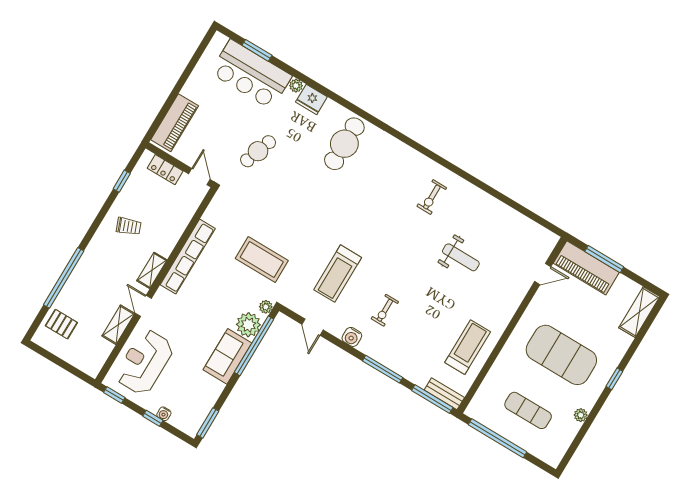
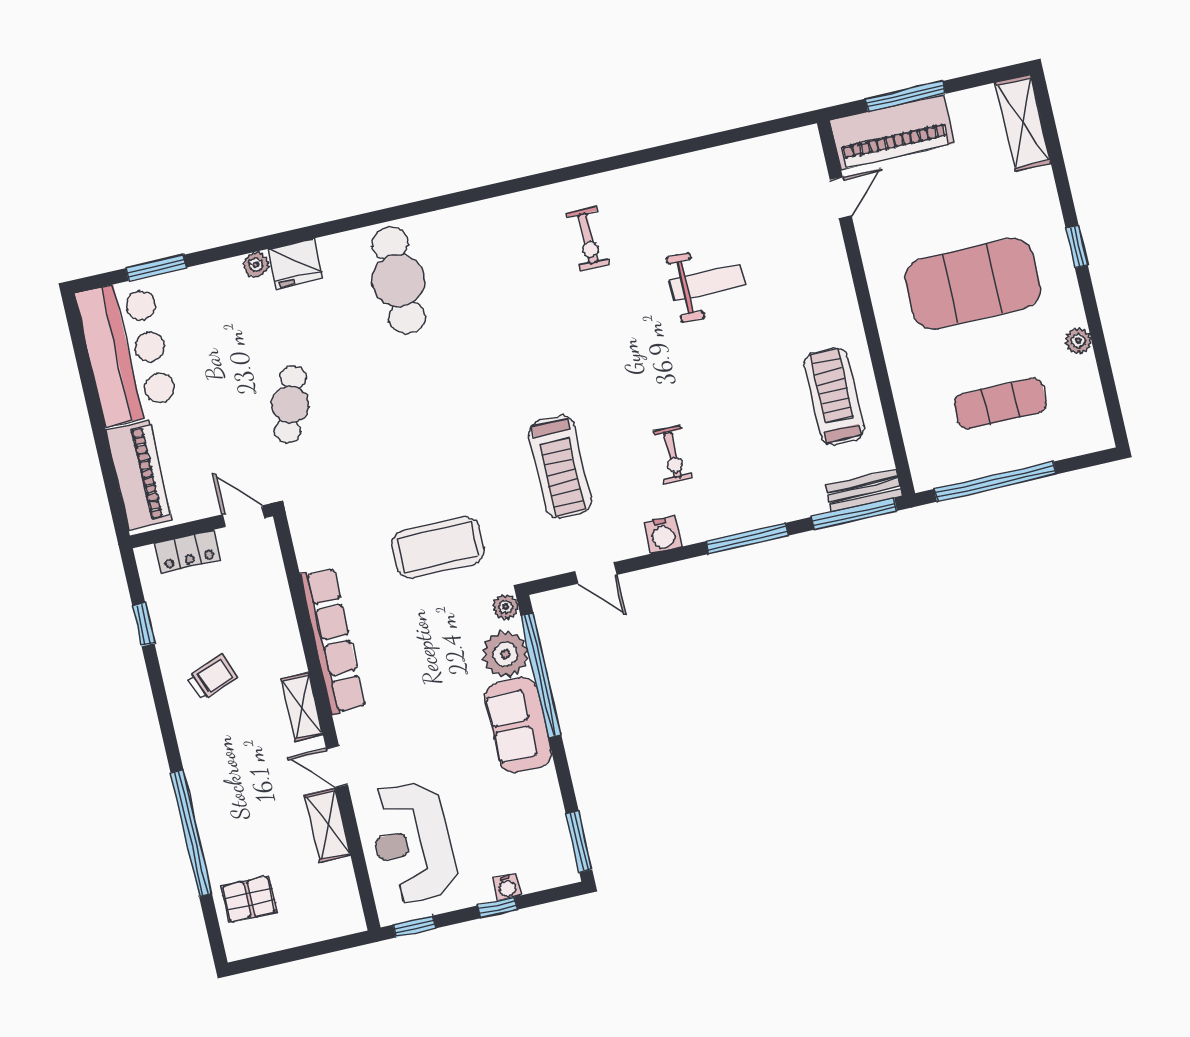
bar counter: (251, 74) -> (127, 352), moved, turned -90

